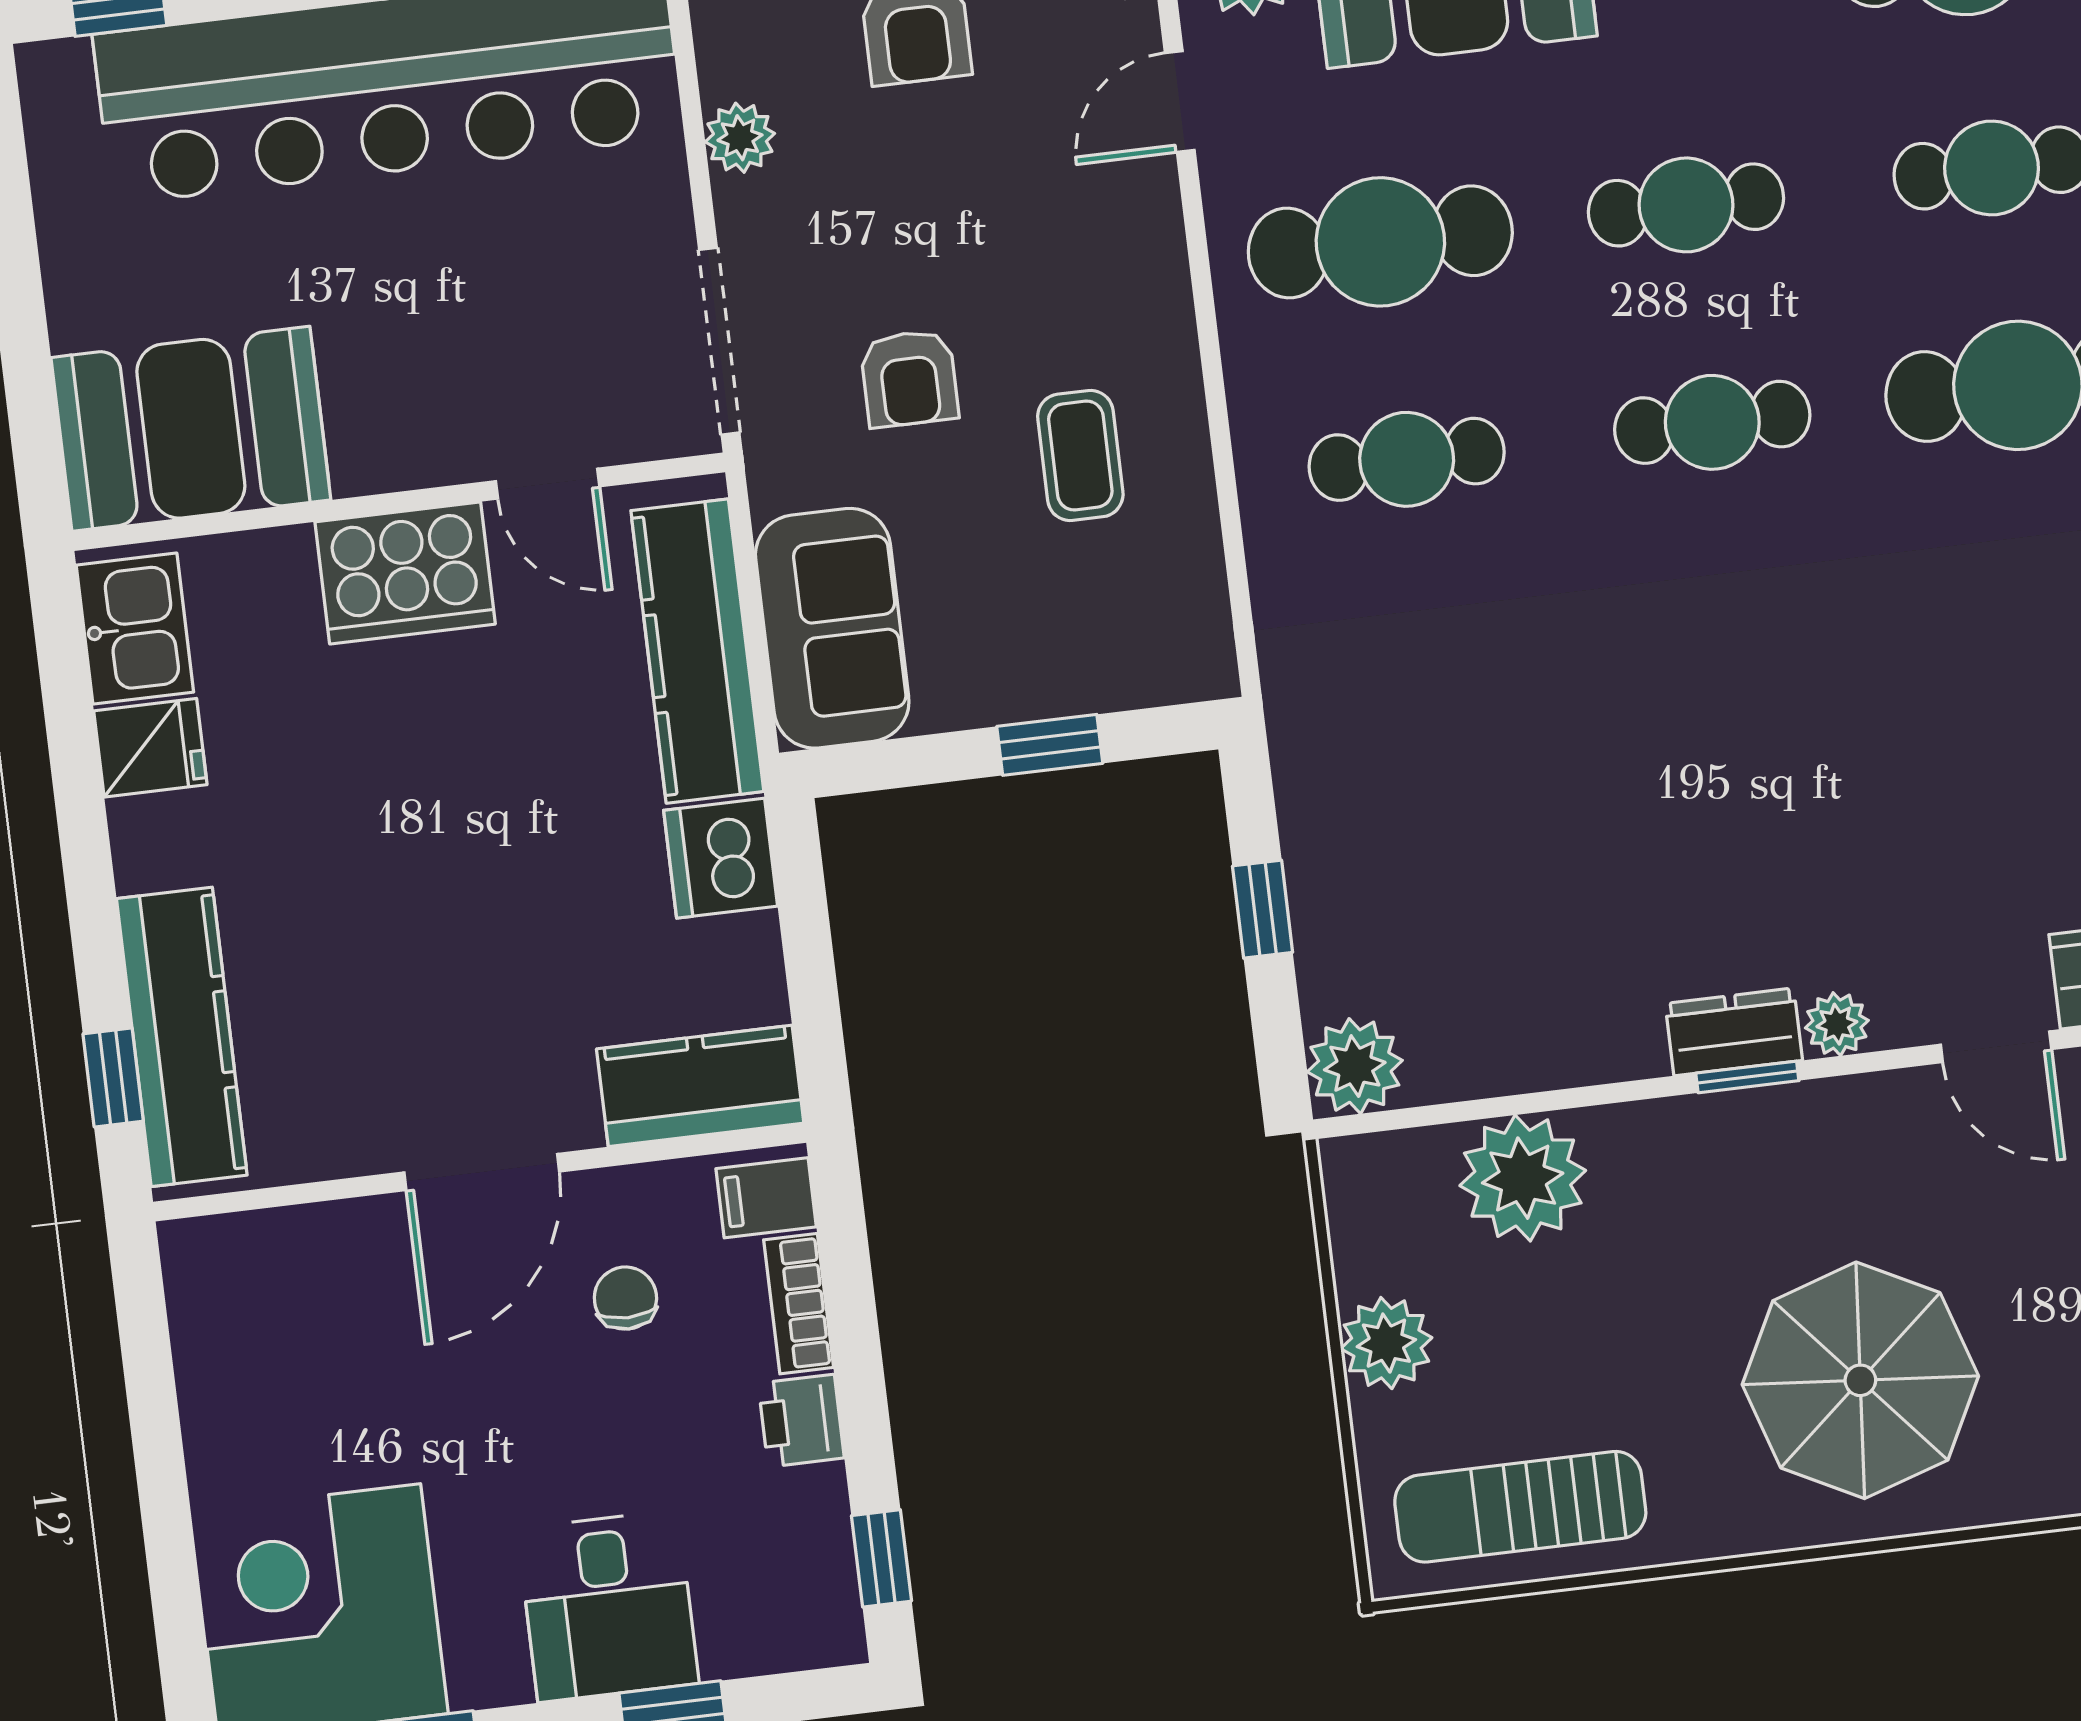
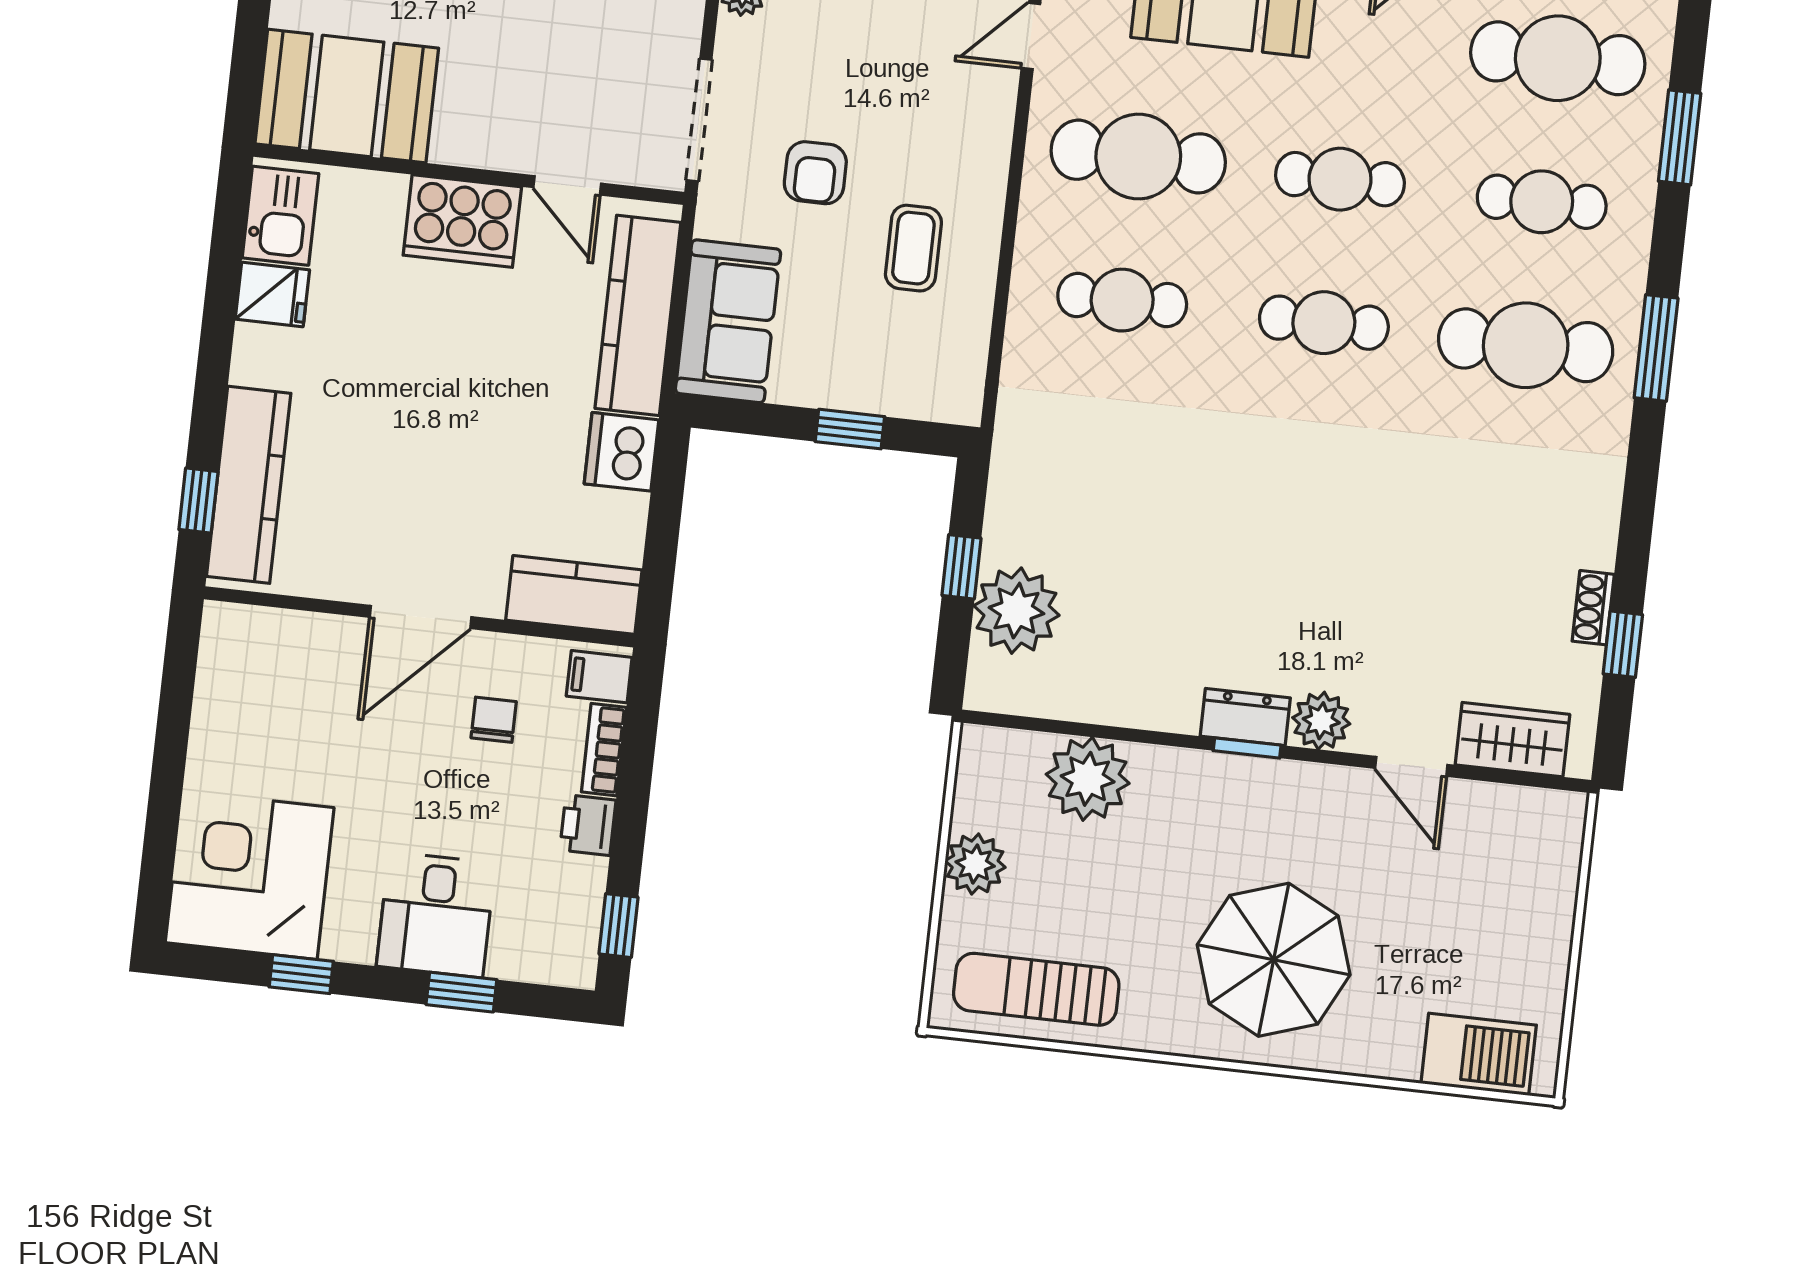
plant: (1837, 1024) -> (1321, 721), width x1.38, depth x1.38
plant: (1355, 1066) -> (1016, 611), moved, width x1.36, depth x1.36

